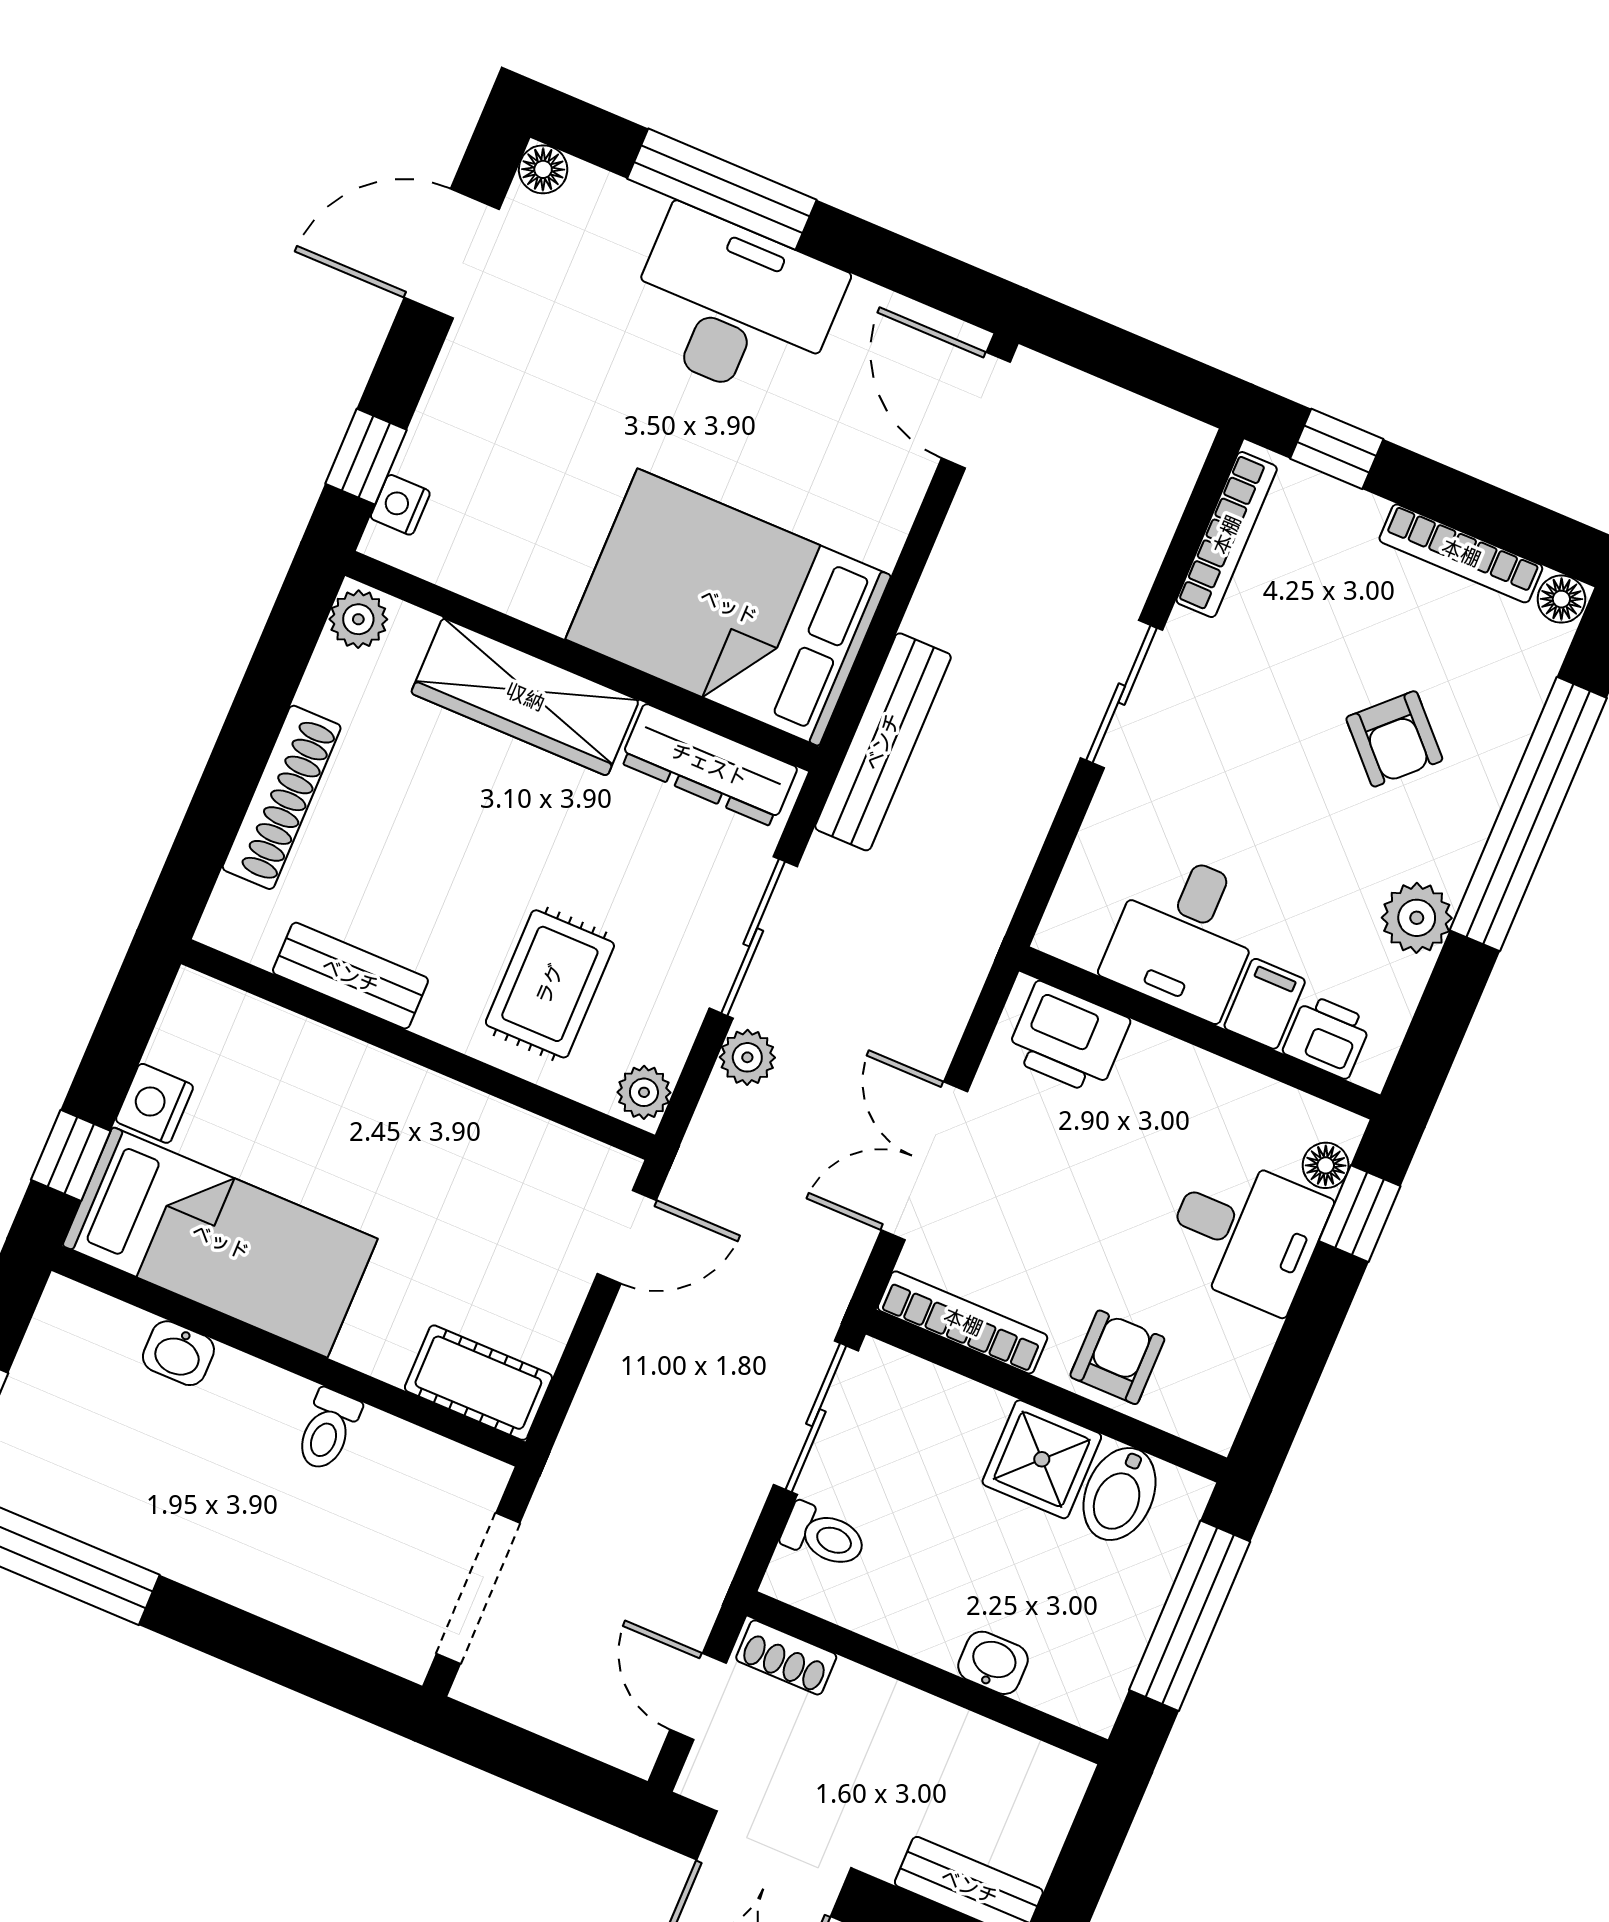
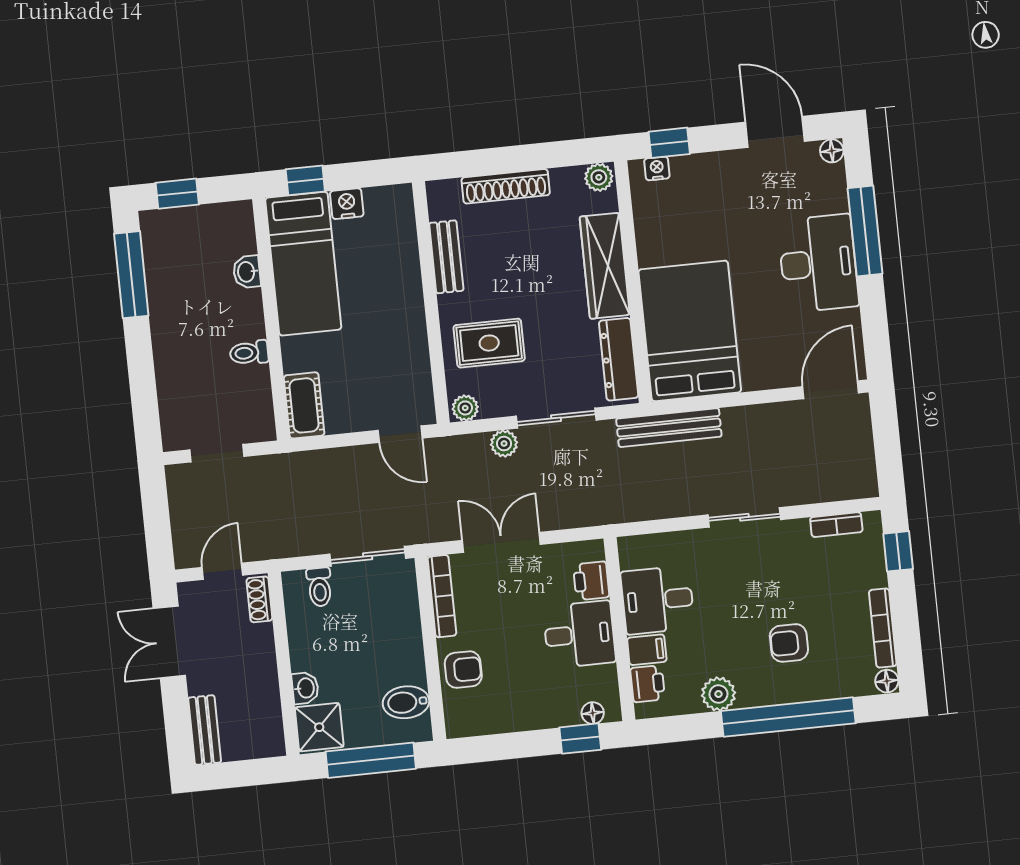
bookcase: (1227, 535) -> (836, 525), width x0.64
armchair: (1394, 739) -> (789, 643), turned 44
printer: (1068, 1038) -> (591, 581), width x0.73, depth x0.81
desk: (1246, 1233) -> (579, 634), moved, turned -90
shower: (1042, 1459) -> (319, 727), moved
doorway: (478, 1588) -> (217, 453), width x0.73

